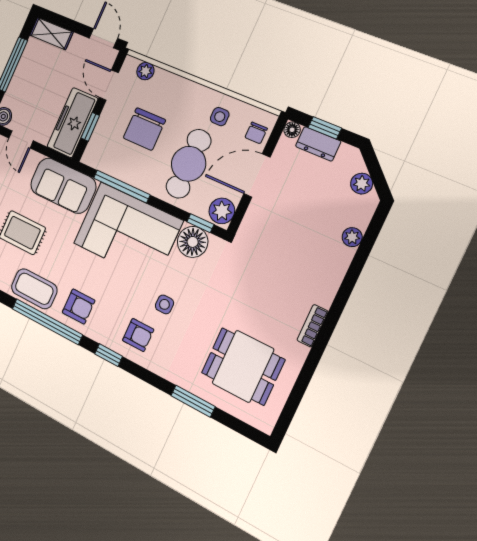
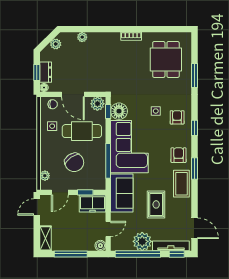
freezer: (72, 123) -> (93, 204), width x0.71
chair: (144, 129) -> (74, 162), turned 55
window: (47, 322) -> (195, 169), width x0.47

